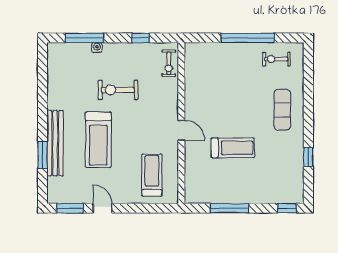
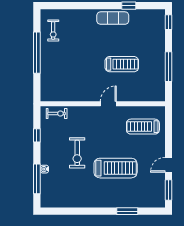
exercise mat: (282, 110) -> (113, 18), moved
bench: (55, 143) -> (118, 201), removed
treadmill: (233, 148) -> (122, 64), turned 90

